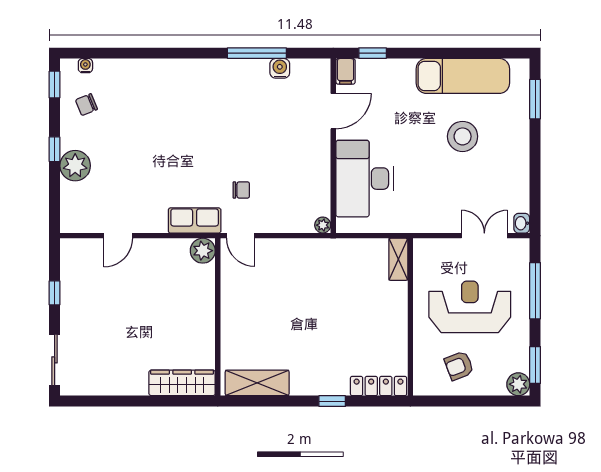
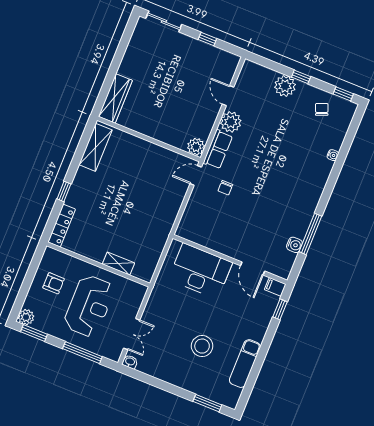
water cooler: (85, 66) -> (333, 155), moved
exam couch: (463, 76) -> (245, 364), width x0.73, depth x0.69
plant: (323, 225) -> (231, 122), moved, width x1.87, depth x1.87
shelving: (398, 259) -> (118, 264), moved
armchair: (459, 366) -> (54, 283), turned 111

